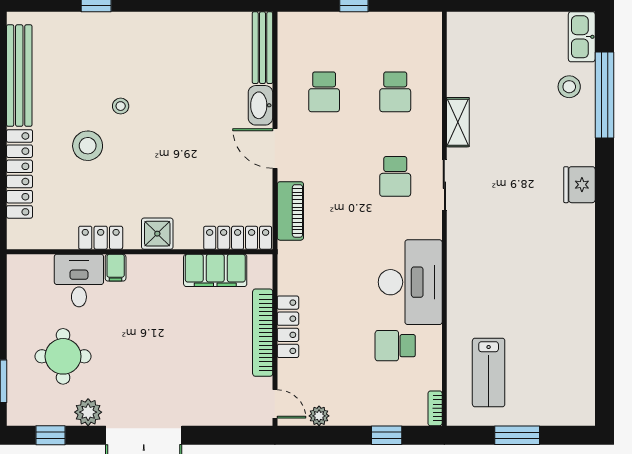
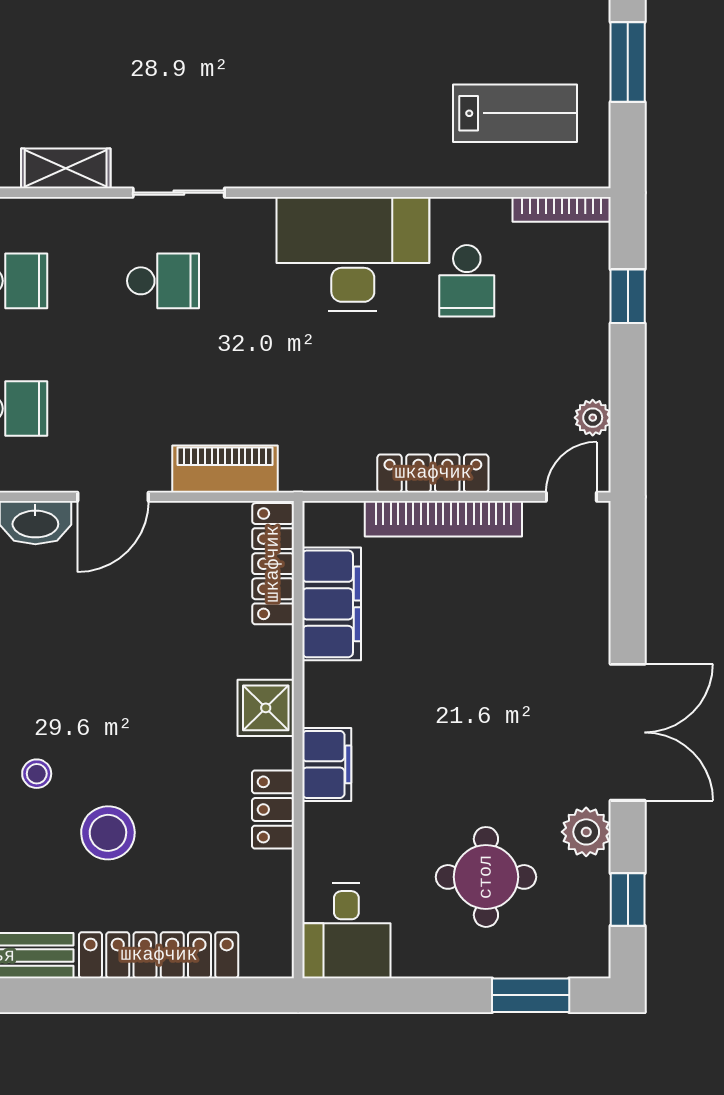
filing cabinet: (116, 268) -> (327, 764), width x2.00
desk: (79, 280) -> (346, 931), moved, turned -90
bookcase: (435, 408) -> (562, 209), width x1.56

